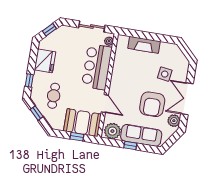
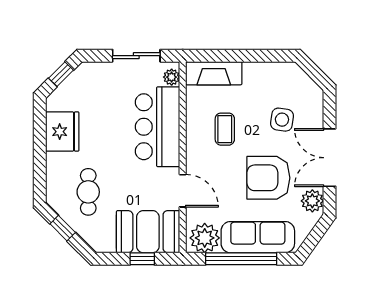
fireplace: (144, 45) -> (214, 73), moved
coffee table: (133, 74) -> (225, 129), added
window: (29, 80) -> (40, 172), removed
armchair: (152, 104) -> (268, 178), turned 90
window: (130, 146) -> (241, 259), width x3.17

